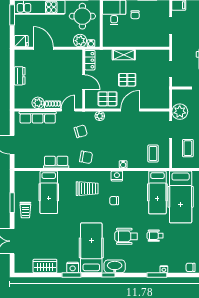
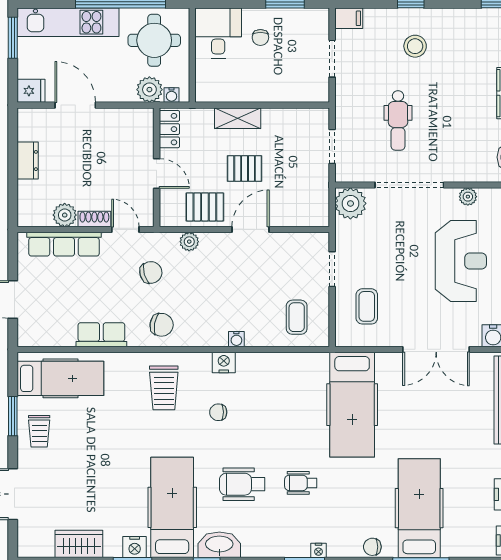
door: (68, 110) -> (125, 229), hinge flipped
plant: (180, 112) -> (350, 203), moved
trolley: (87, 189) -> (164, 388), turned 90
hospital bed: (49, 192) -> (60, 378), moved, turned -90
hospital bed: (157, 192) -> (306, 396), removed

